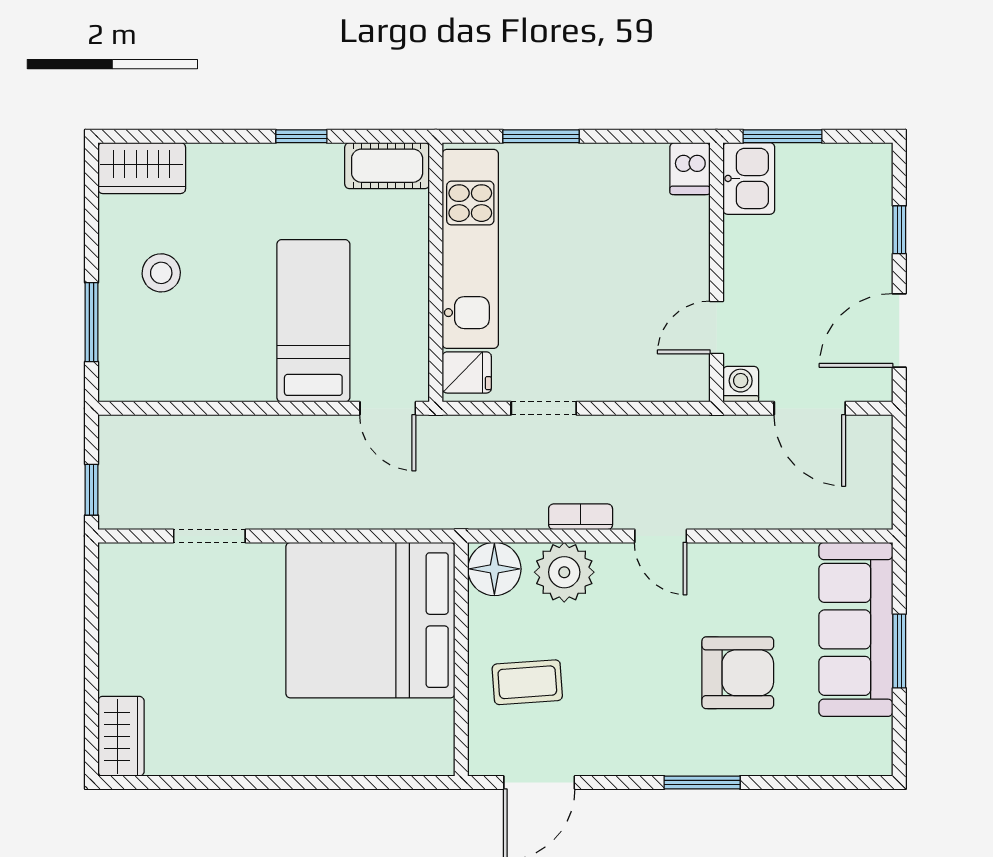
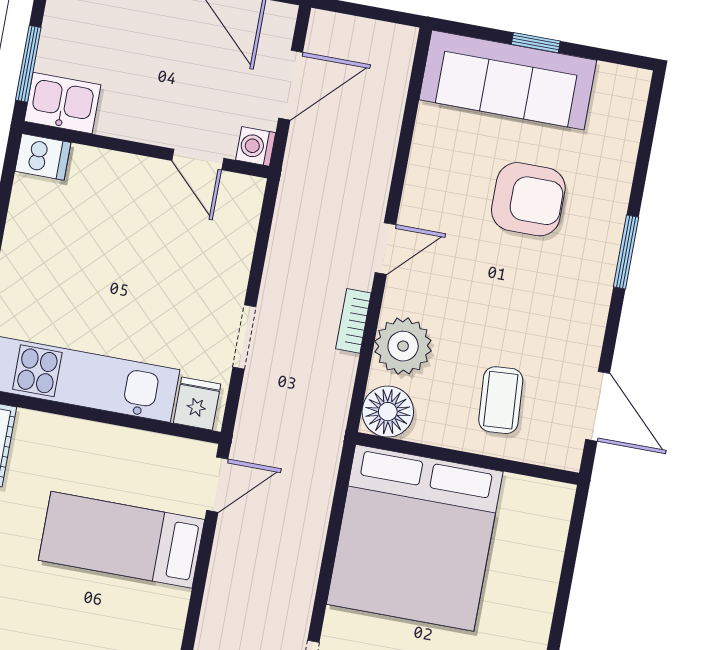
window: (899, 651) -> (536, 43), width x0.67
armchair: (738, 673) -> (528, 199), turned 90

